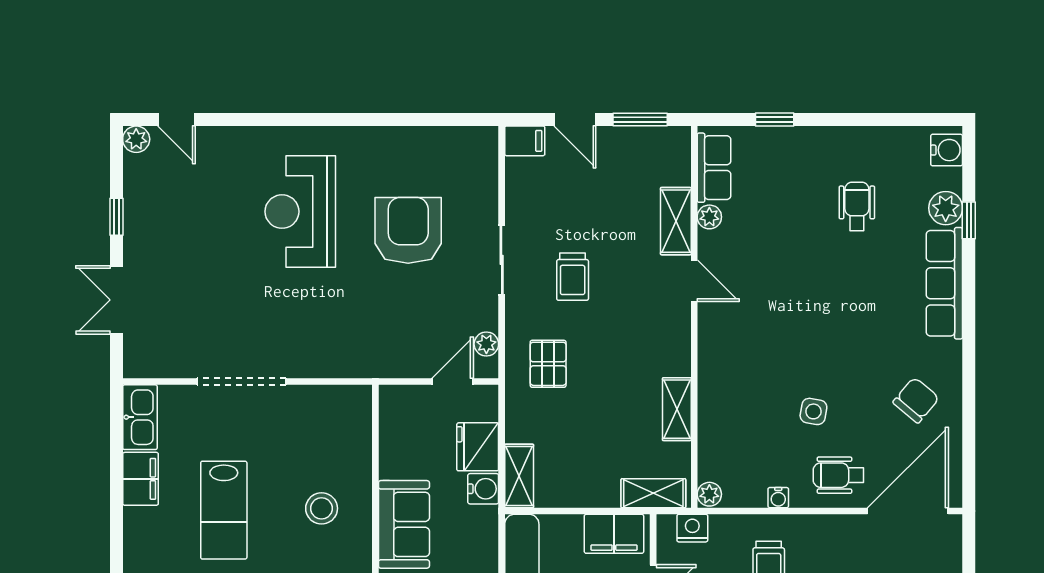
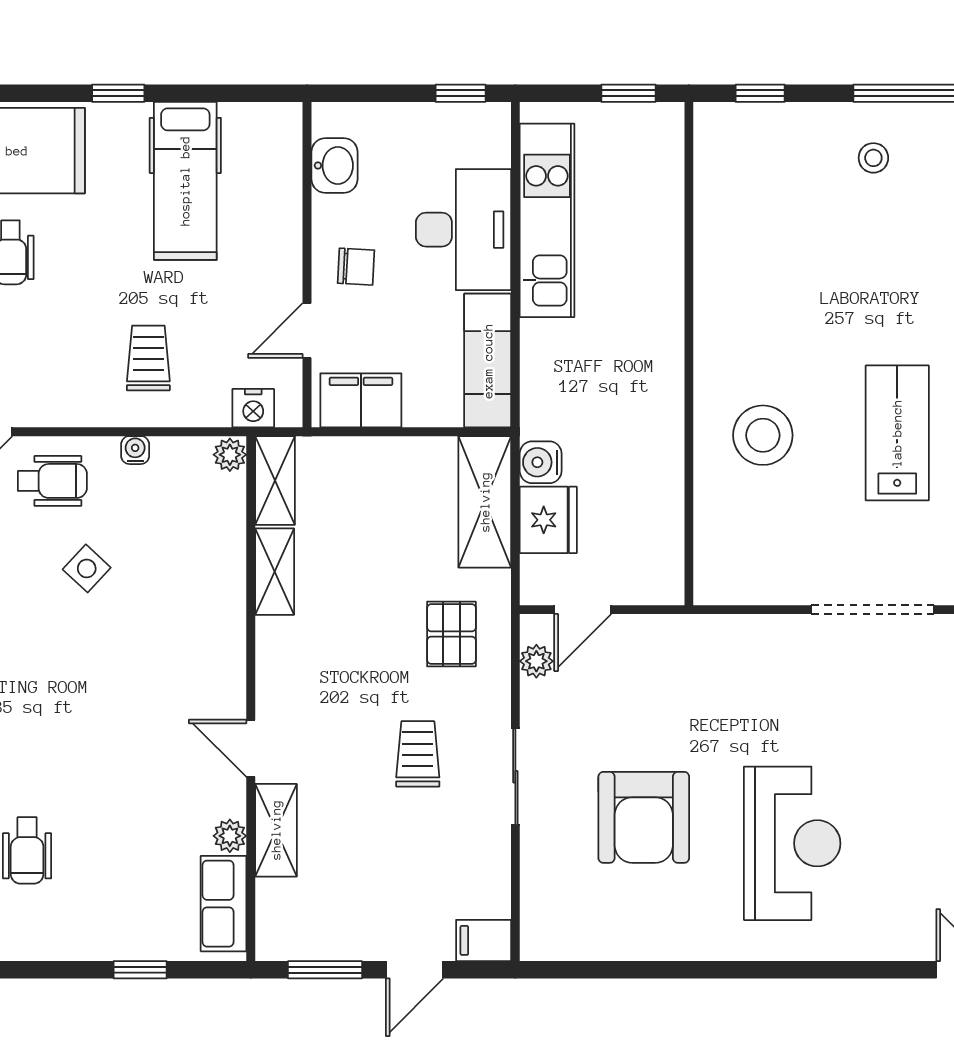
door: (575, 120) -> (415, 970), swing flipped
side table: (813, 411) -> (87, 568), turned 33
shelving: (519, 476) -> (485, 502), width x1.50, depth x1.33
shelving: (653, 493) -> (275, 480), moved, turned 90
stool: (322, 508) -> (763, 435), width x1.38, depth x1.38
sofa: (404, 524) -> (650, 413), removed

